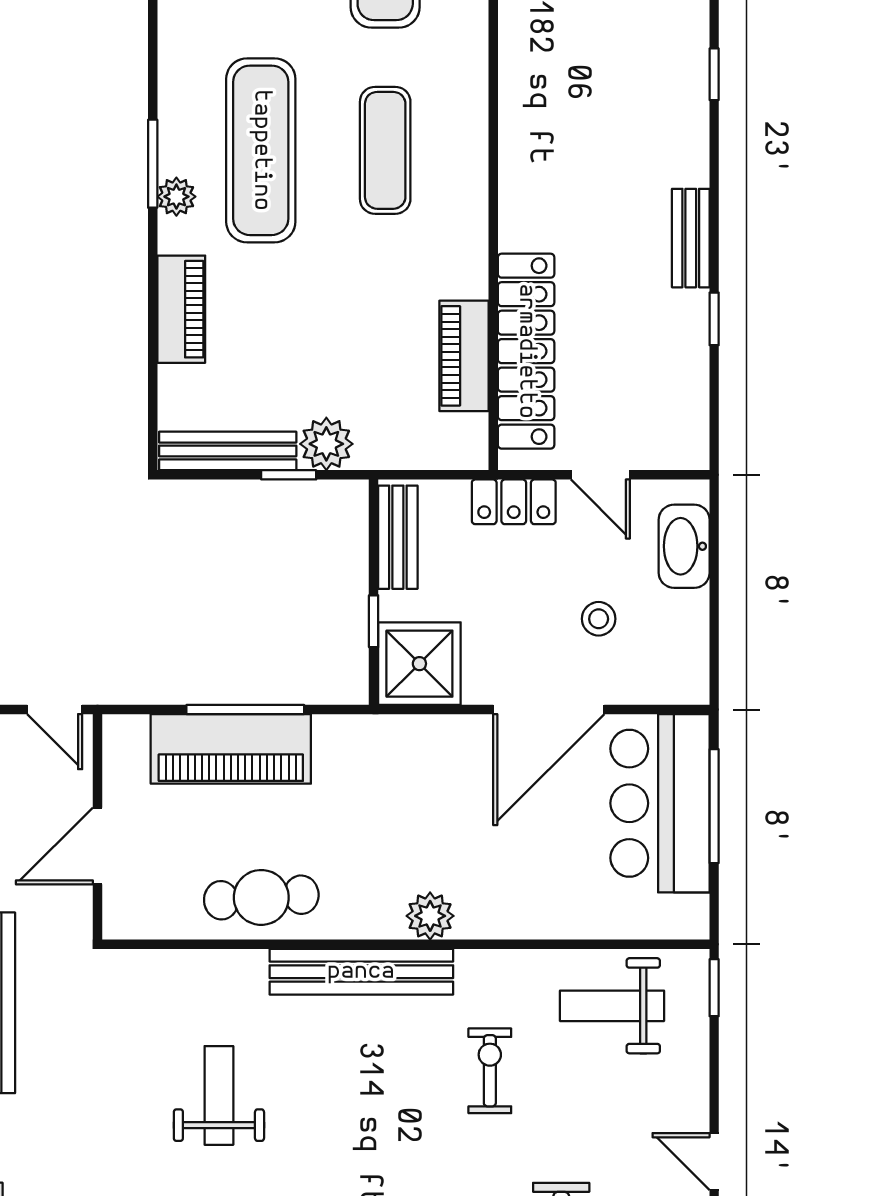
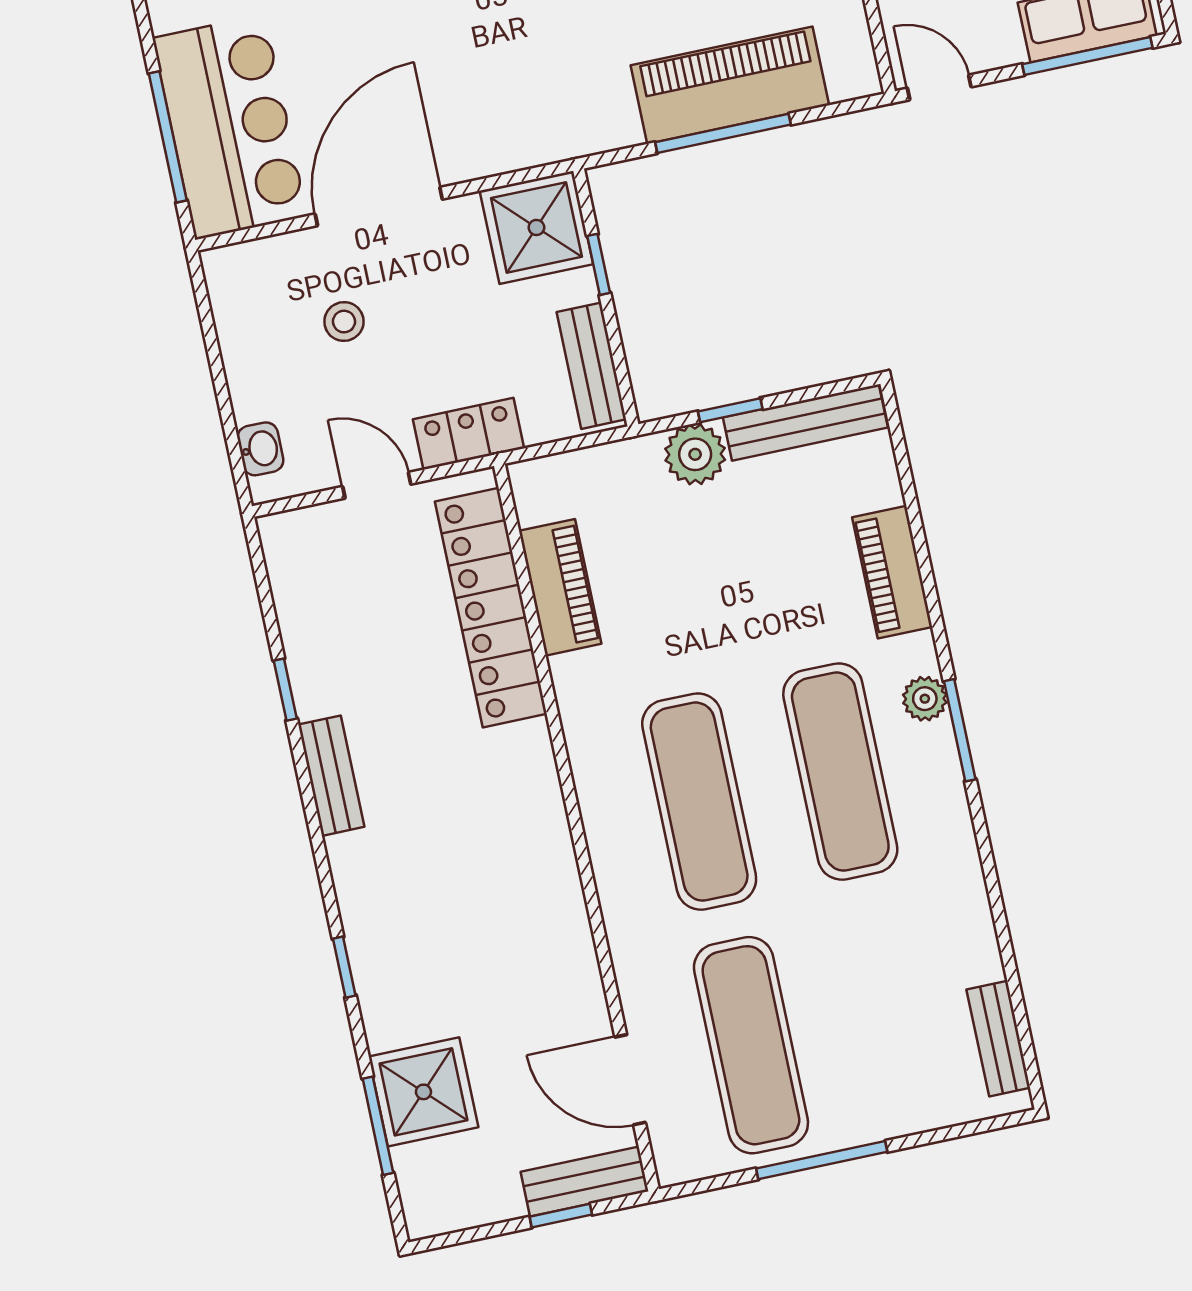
exercise mat: (385, 150) -> (699, 802), width x1.36, depth x1.45
washbasin: (684, 546) -> (260, 449), width x0.52, depth x0.69

